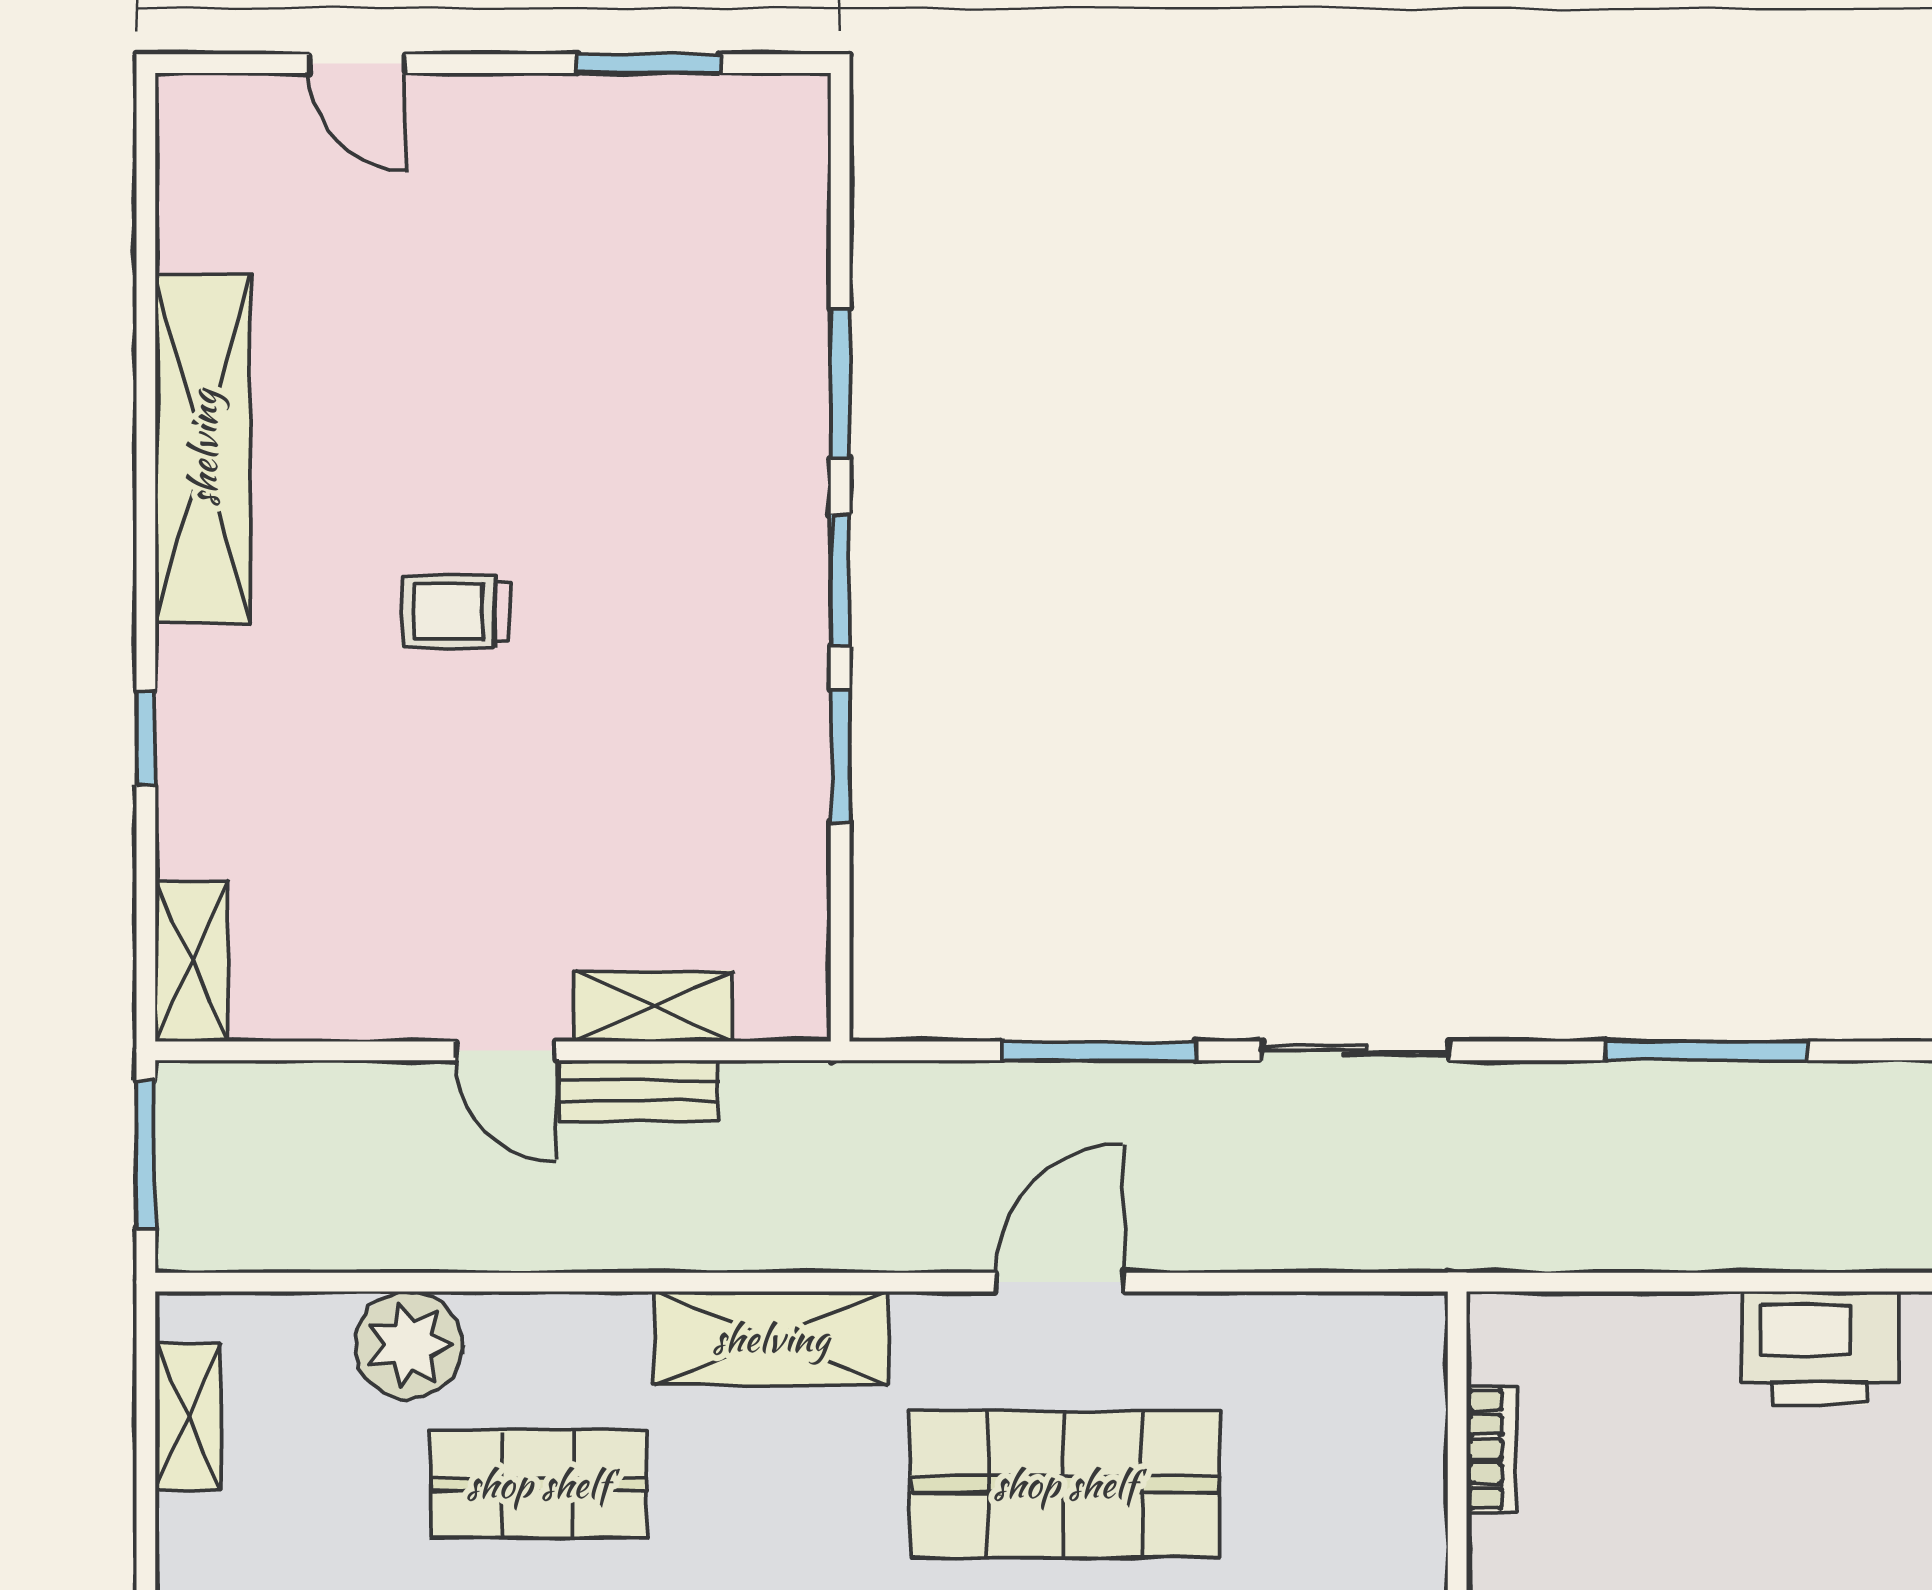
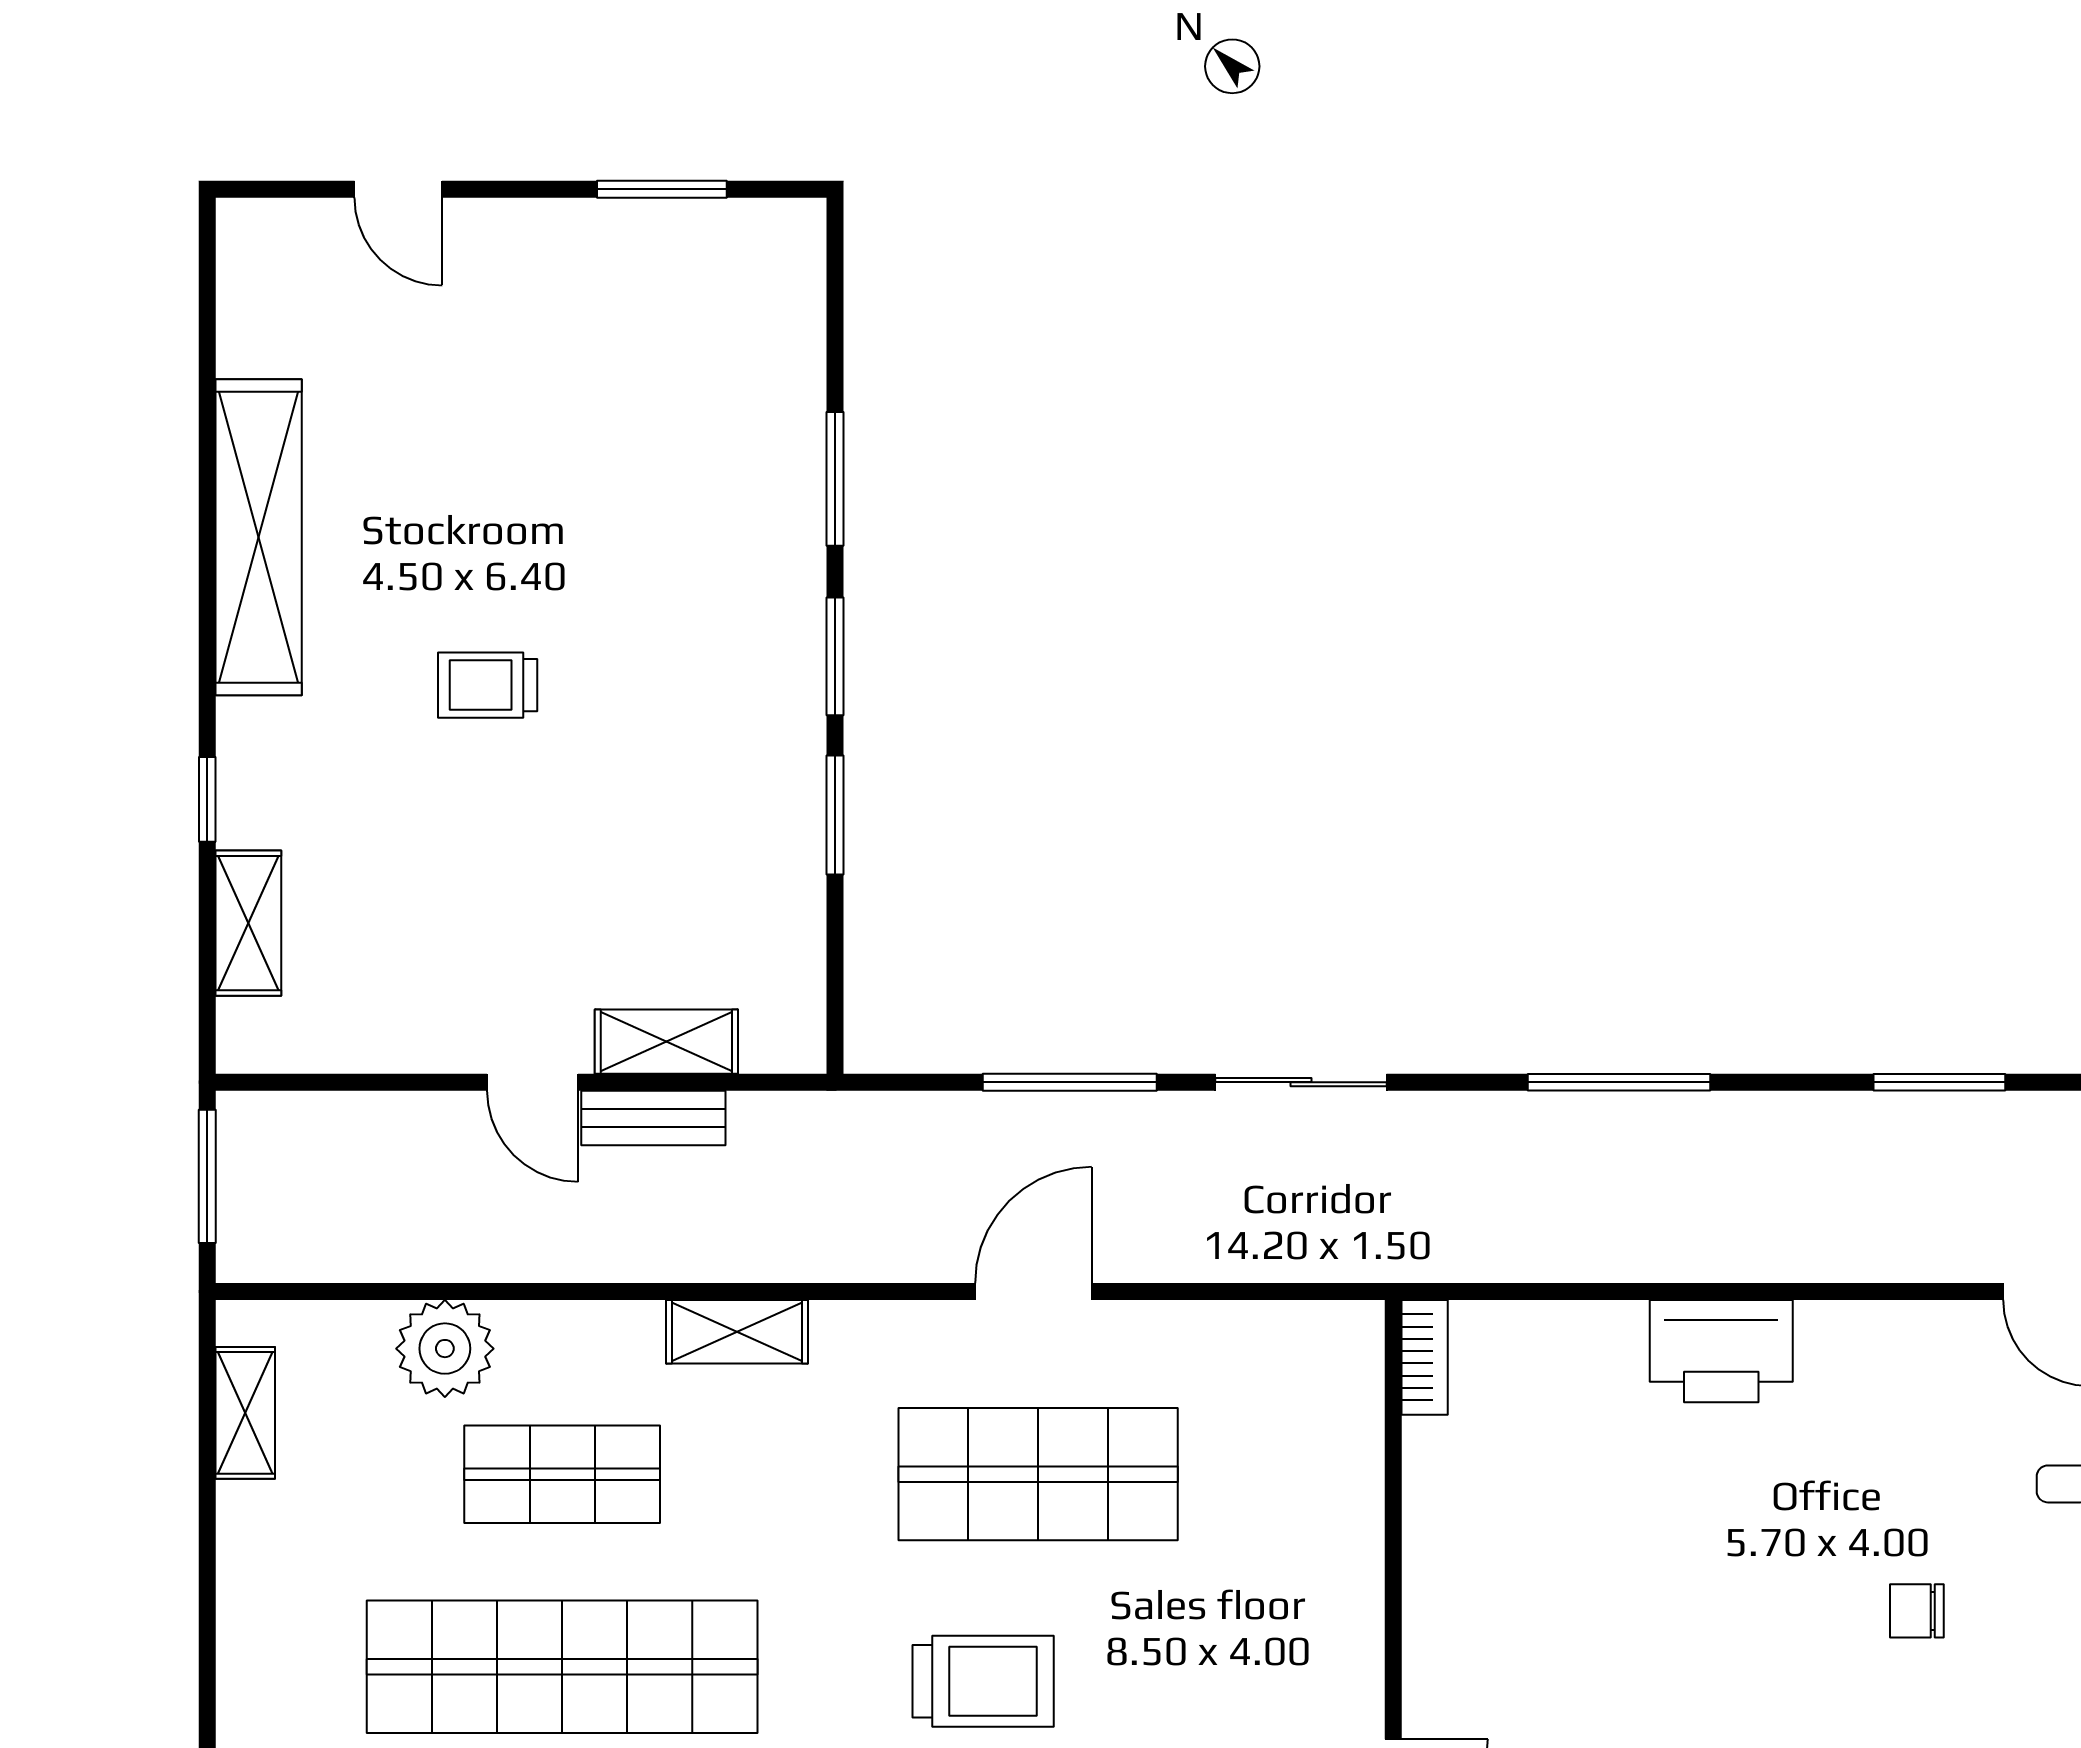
shelving: (191, 961) -> (248, 923), moved
shelving: (771, 1338) -> (737, 1332), width x0.67, depth x0.75
bookcase: (1492, 1449) -> (1425, 1357), moved

